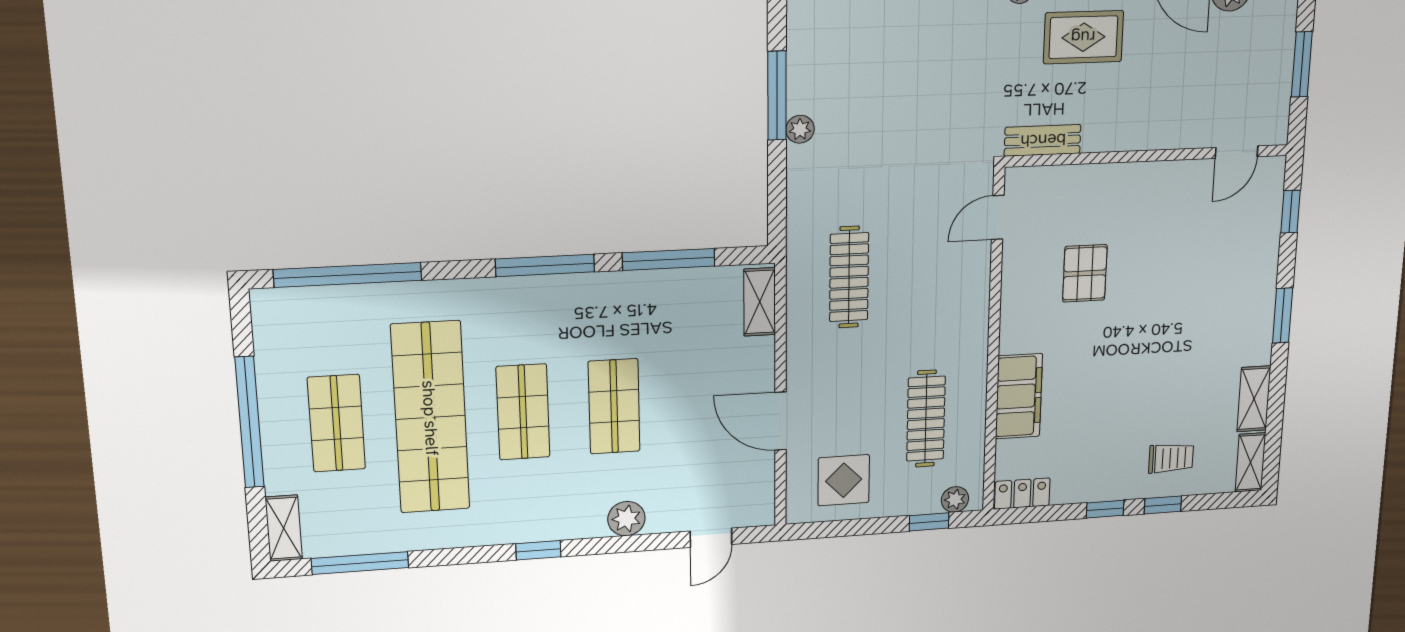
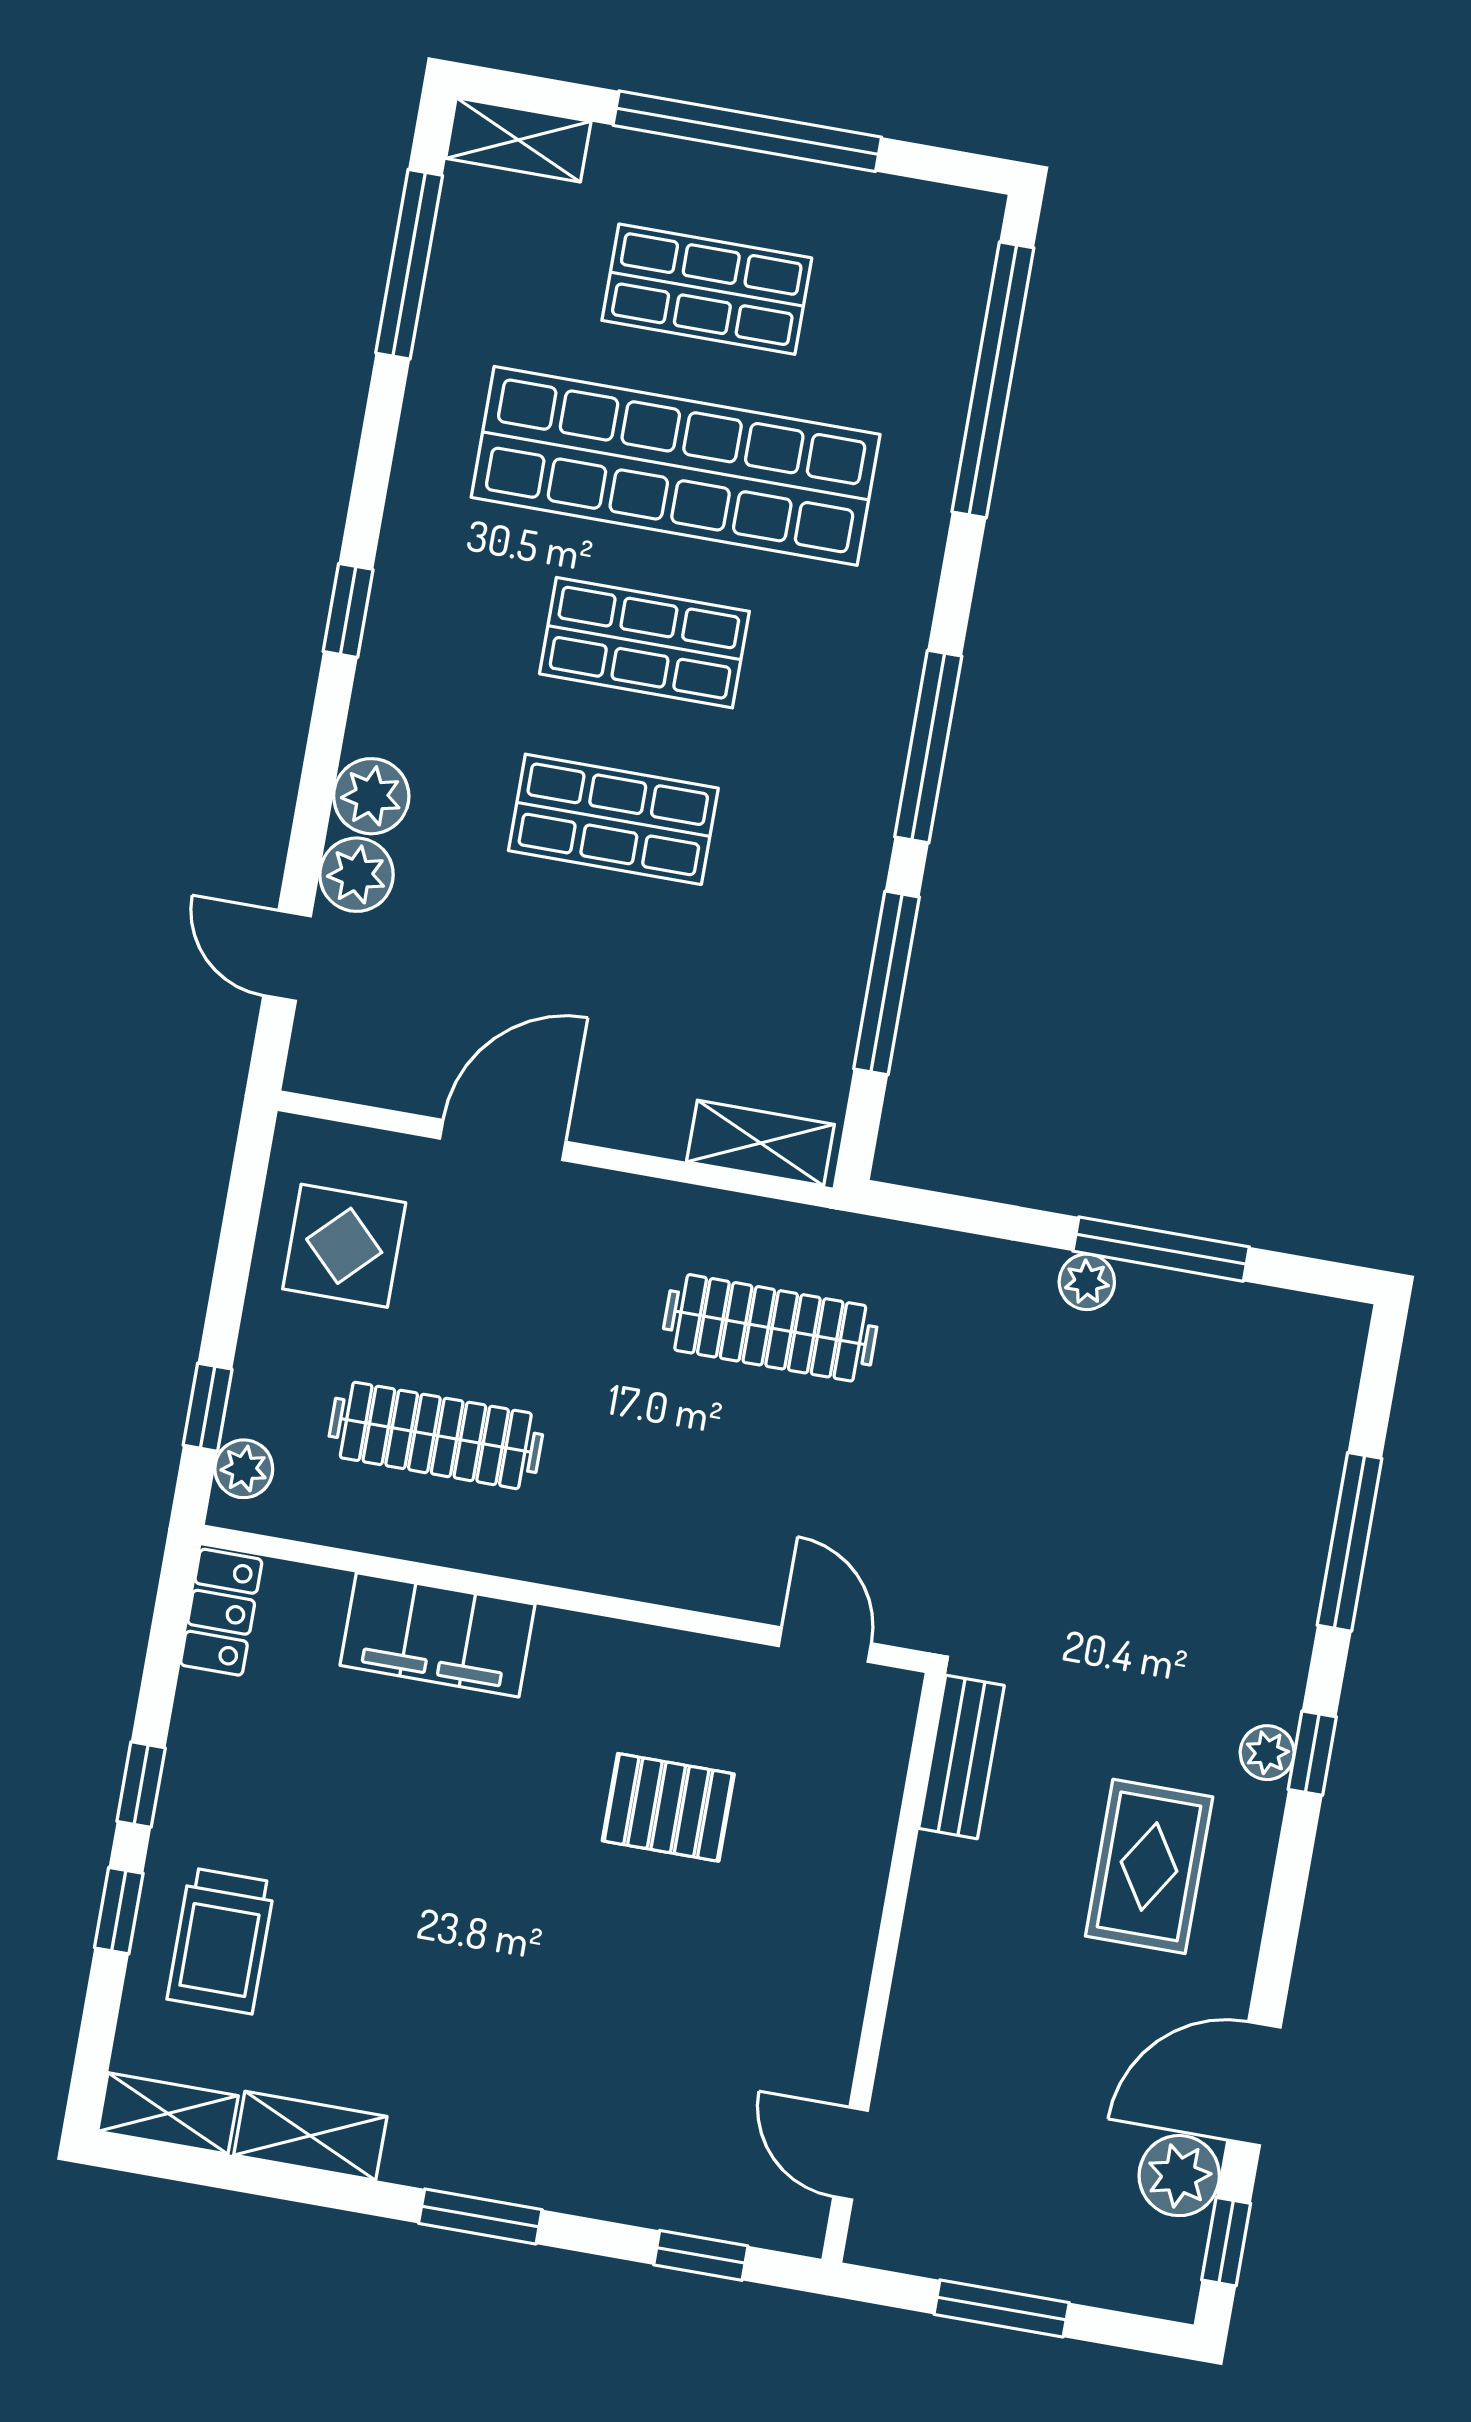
trolley: (1171, 458) -> (221, 1941), width x1.36, depth x1.39
plant: (666, 516) -> (357, 875), added

